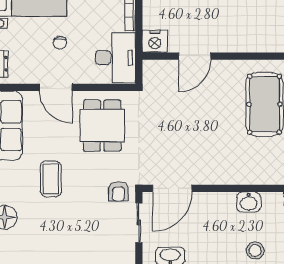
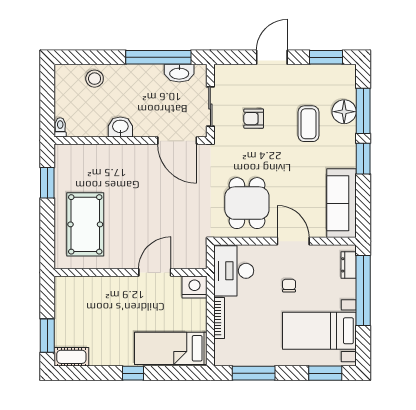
coffee table: (51, 179) -> (308, 124), moved
door: (172, 188) -> (177, 141), swing flipped
armchair: (118, 191) -> (254, 119), moved, turned -90
washbasin: (249, 202) -> (120, 127), moved

